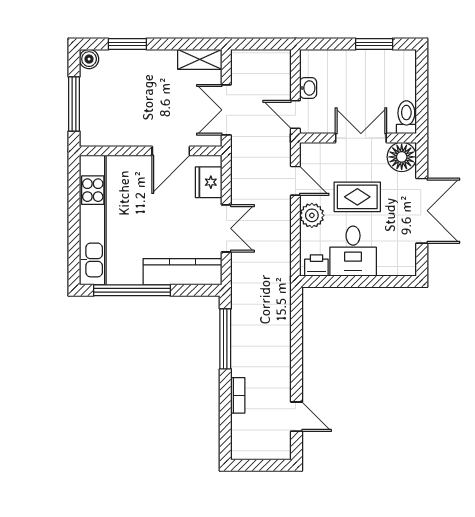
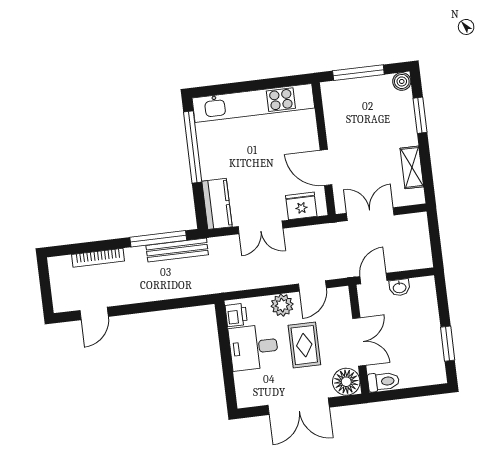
shelving: (200, 59) -> (412, 167), moved
kitchen counter: (183, 272) -> (217, 204), width x0.67
bench: (240, 320) -> (177, 250), added
bookcase: (238, 395) -> (98, 258), width x1.56

